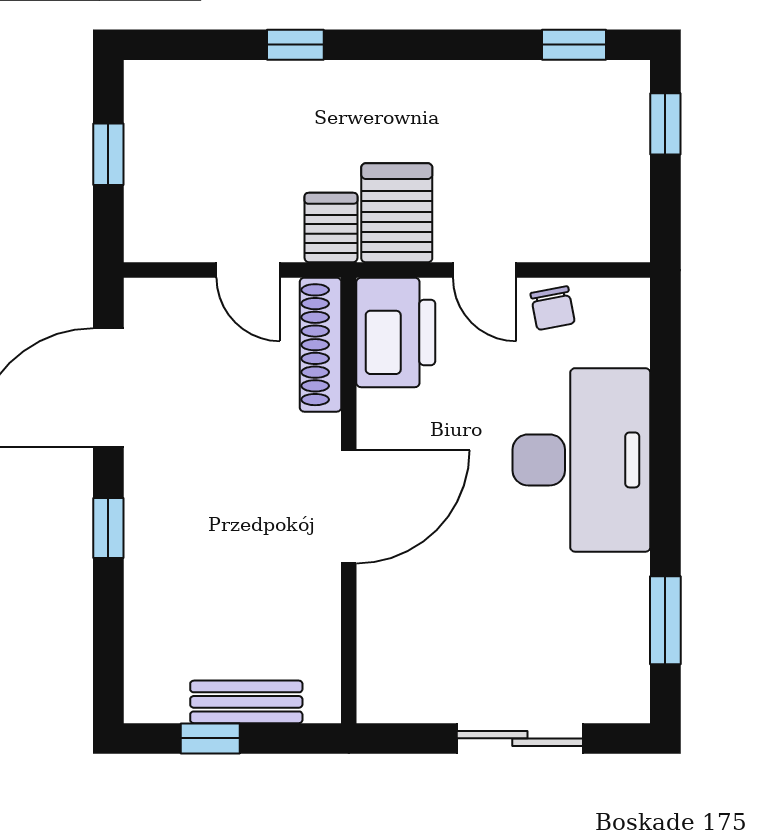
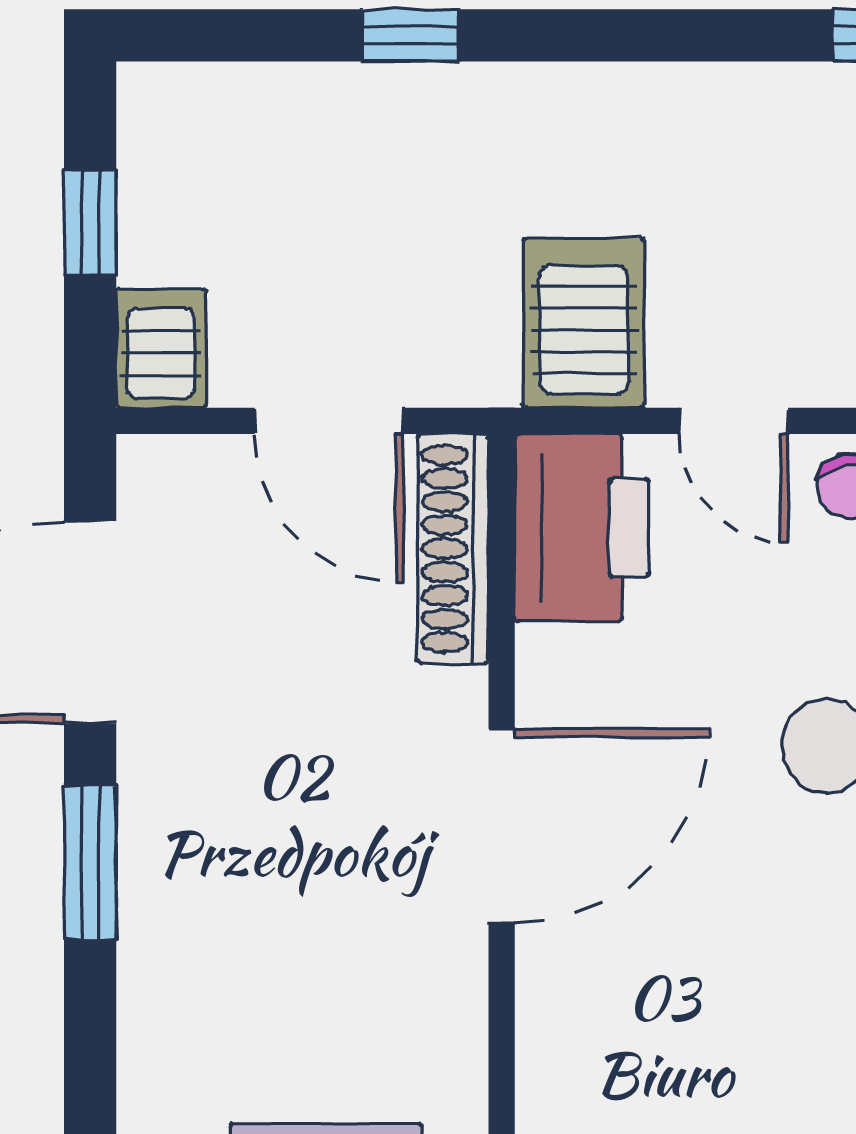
server rack: (331, 228) -> (161, 348), moved
door: (248, 270) -> (329, 421), width x1.38
window: (108, 528) -> (90, 862), width x1.50

